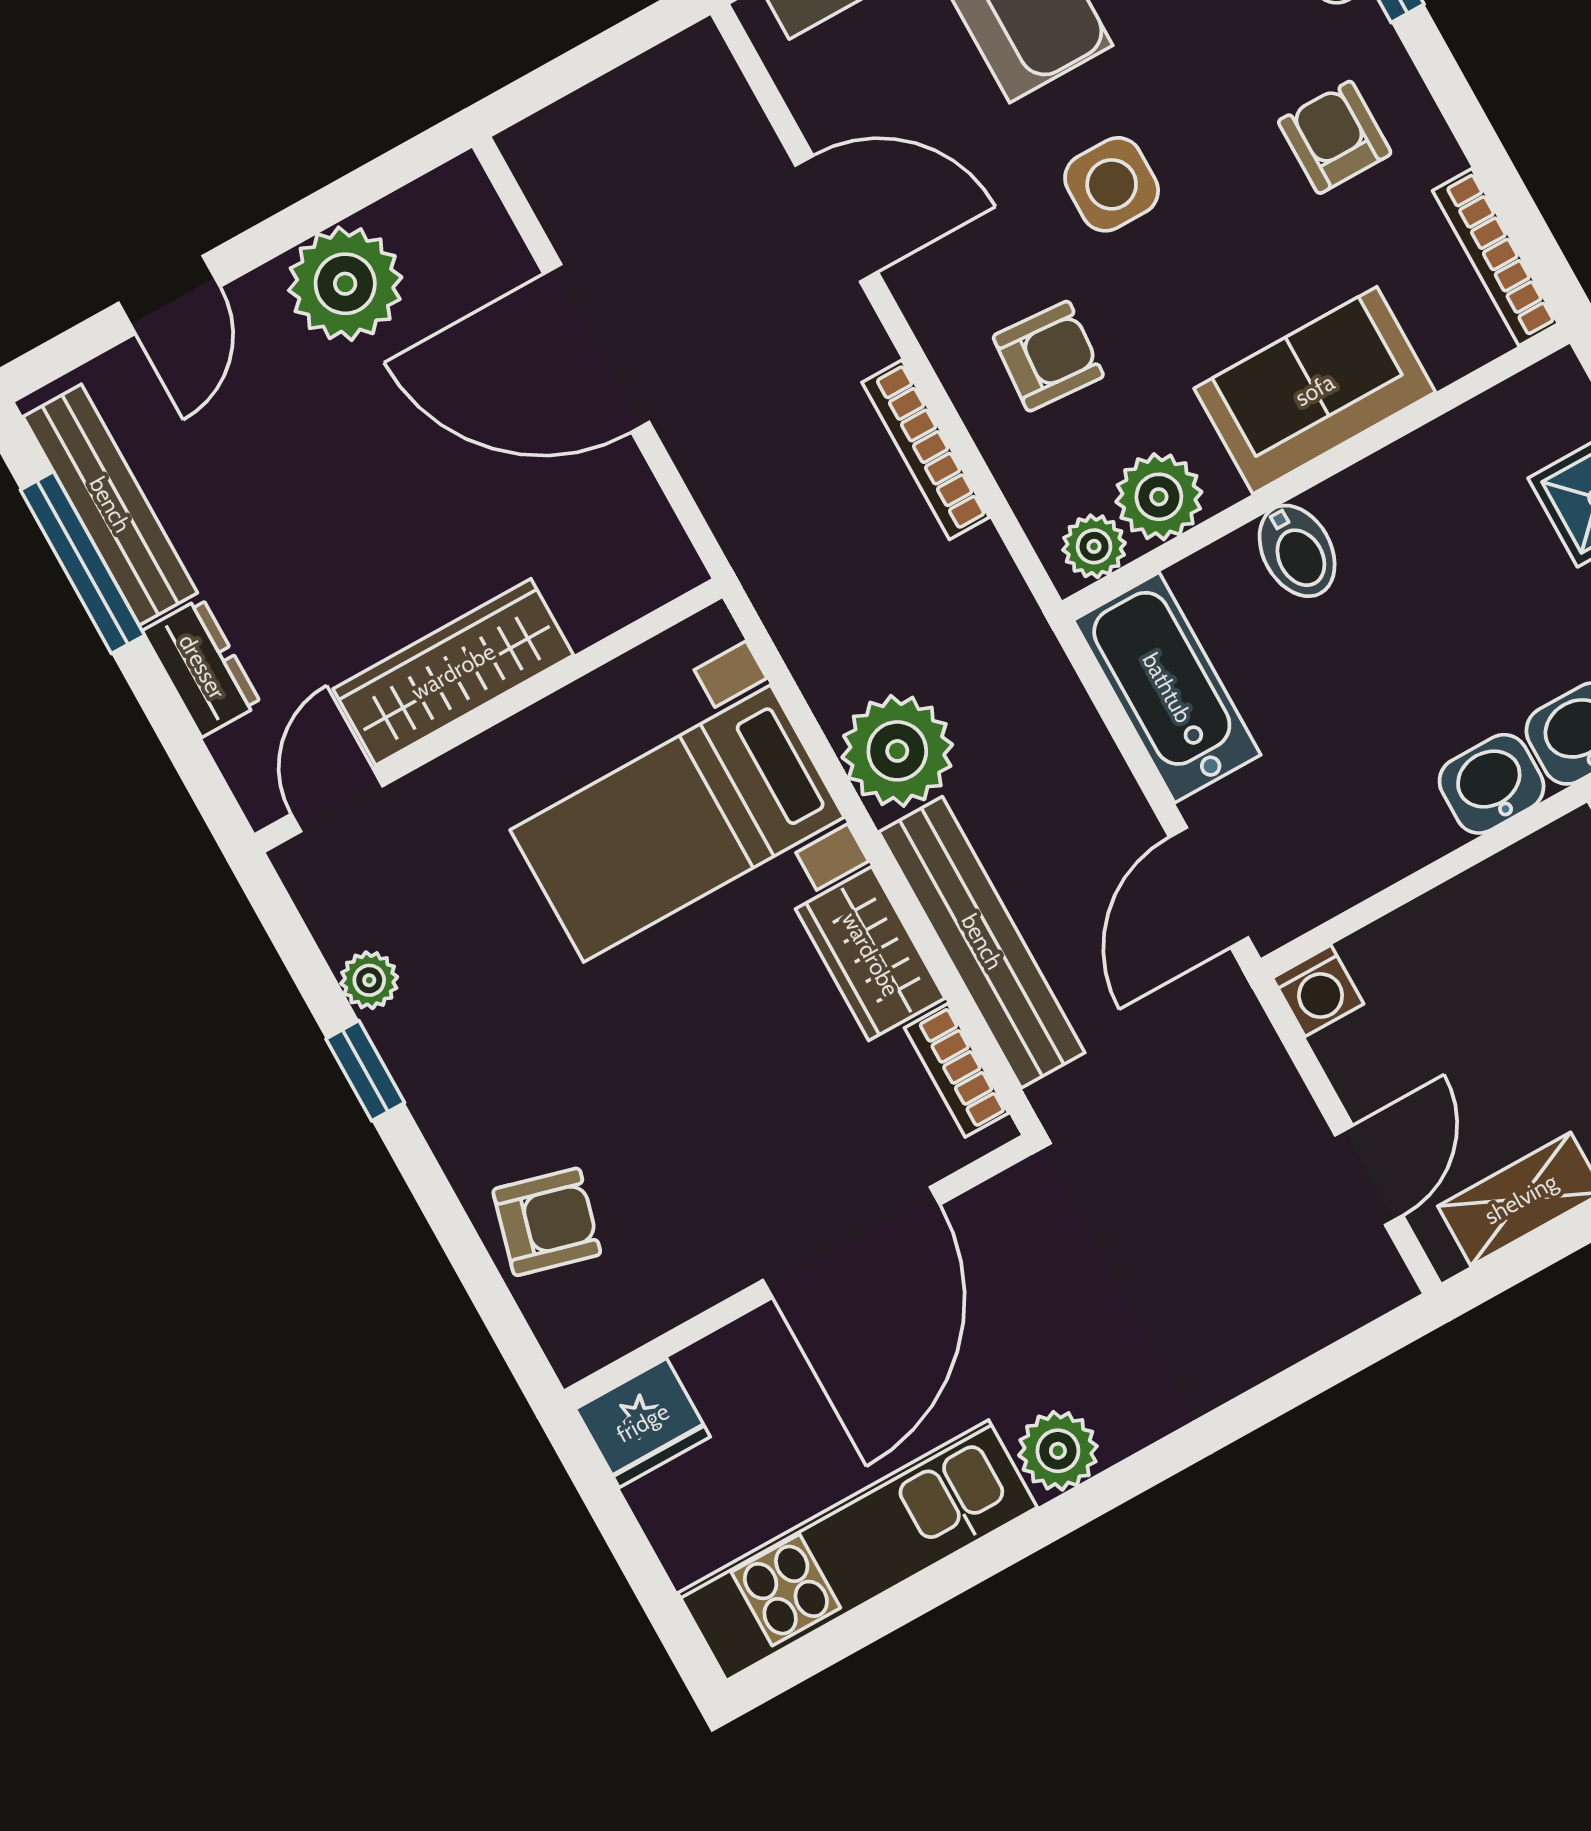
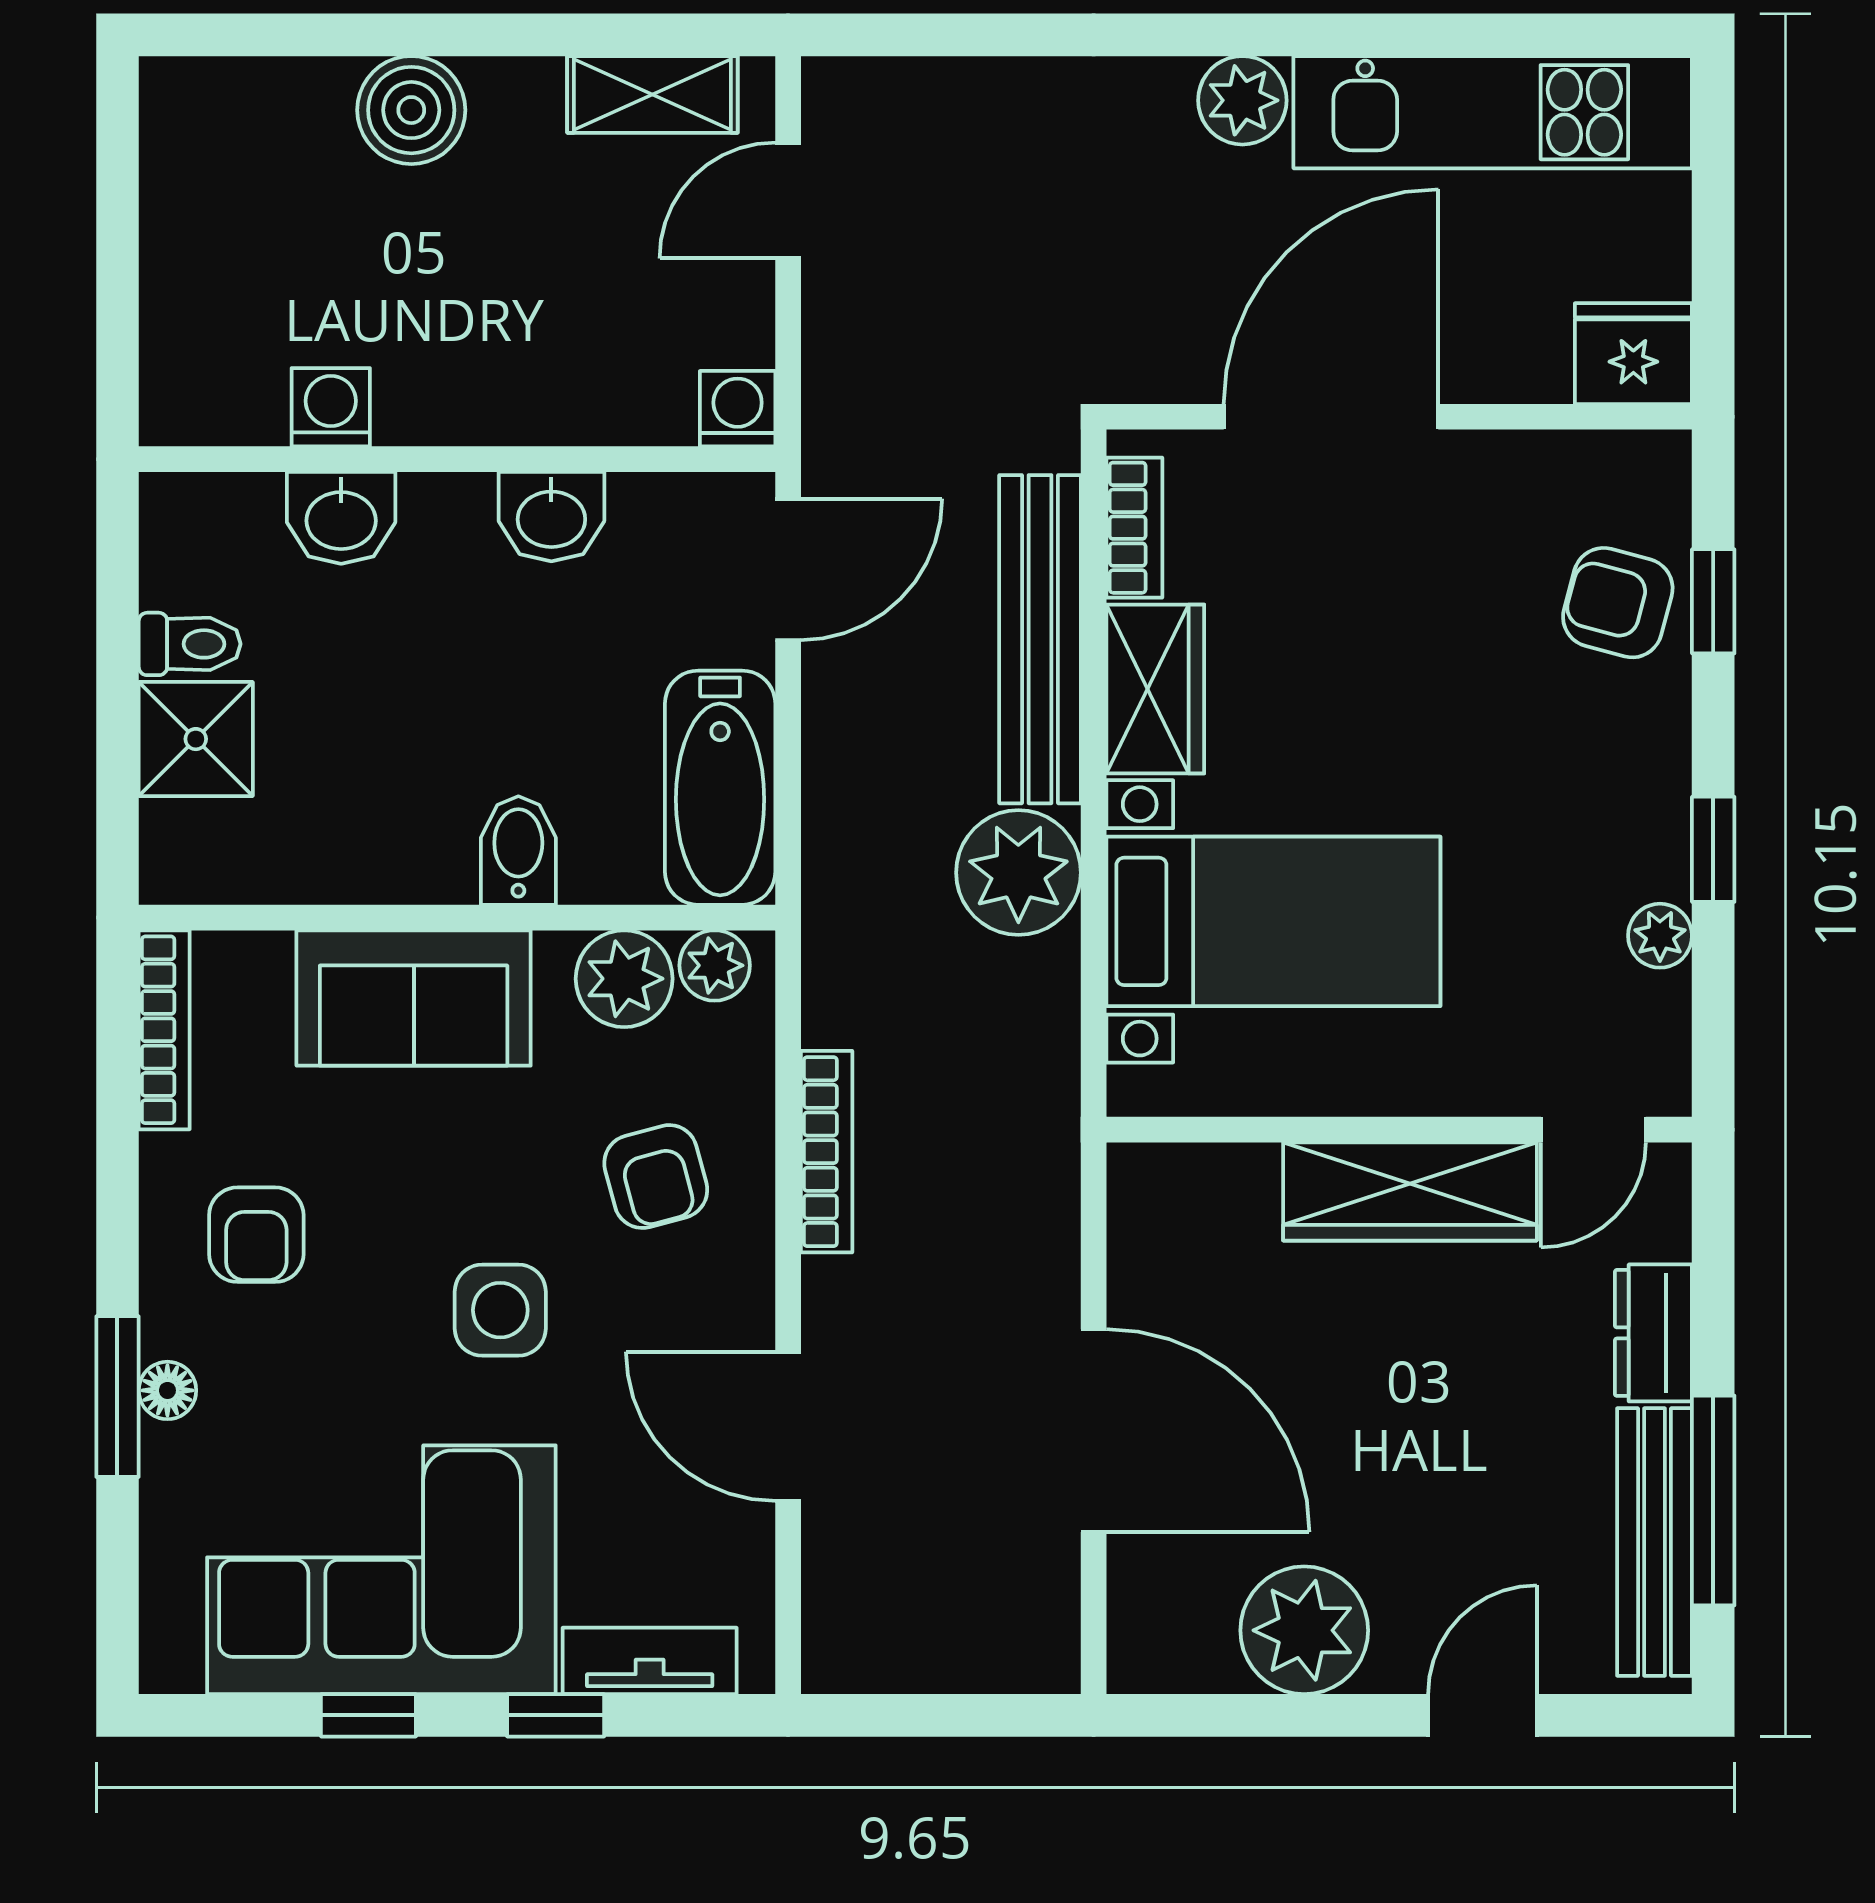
armchair: (1048, 356) -> (656, 1177), turned -109
washbasin: (1492, 784) -> (551, 517), moved
window: (473, 1264) -> (1713, 601), added

